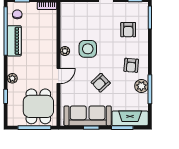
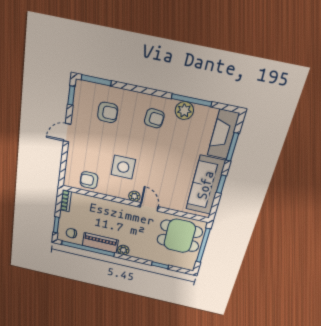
plant: (65, 51) -> (134, 196), moved
plant: (12, 78) -> (123, 250), moved
armchair: (101, 83) -> (89, 180), moved, turned 133

